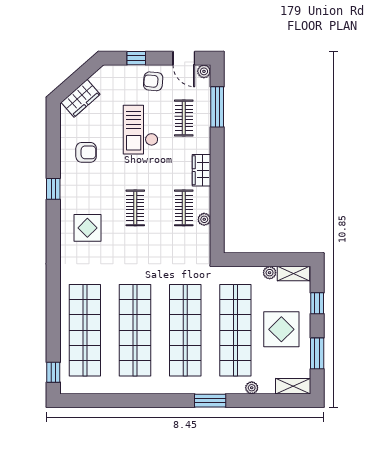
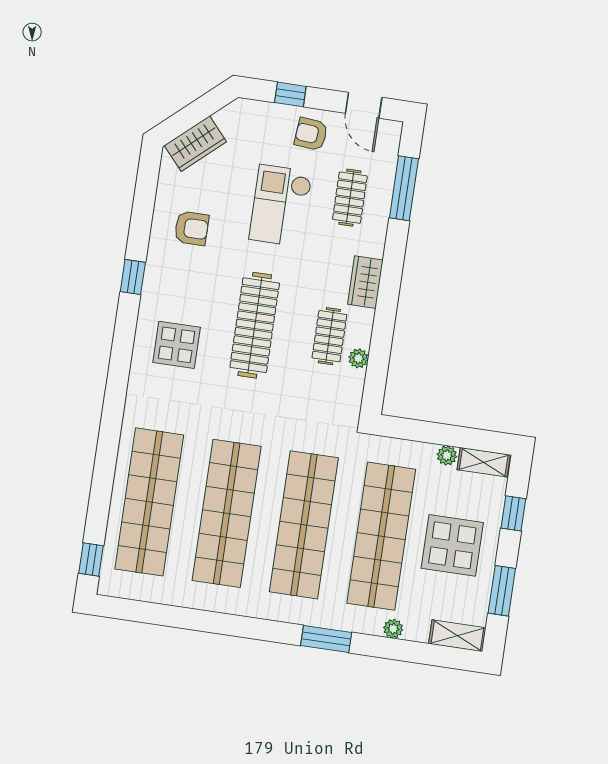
plant: (204, 71) -> (392, 130), removed
clothes rail: (135, 208) -> (255, 325), width x1.86, depth x1.31

